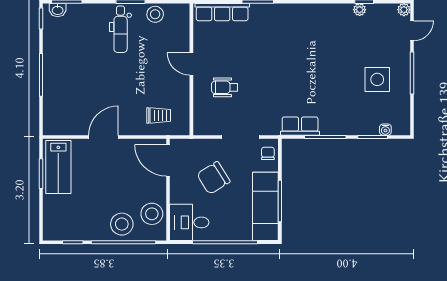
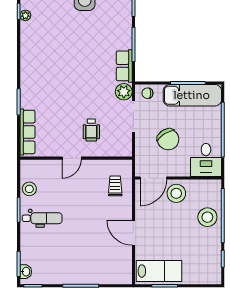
plant: (270, 126) -> (124, 92), added
stool: (152, 214) -> (176, 193), moved

